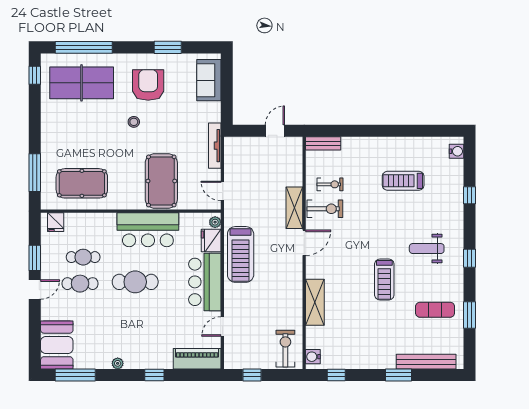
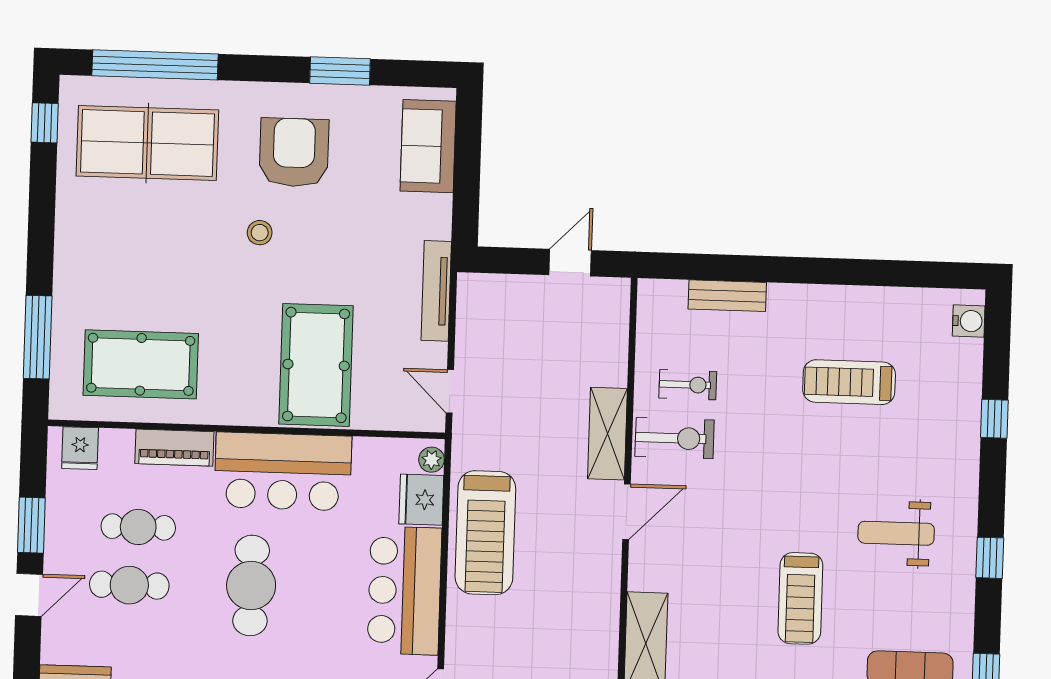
bench: (323, 143) -> (727, 296), moved
piano: (98, 221) -> (174, 448), added
cafe table: (135, 282) -> (251, 585), turned 90

